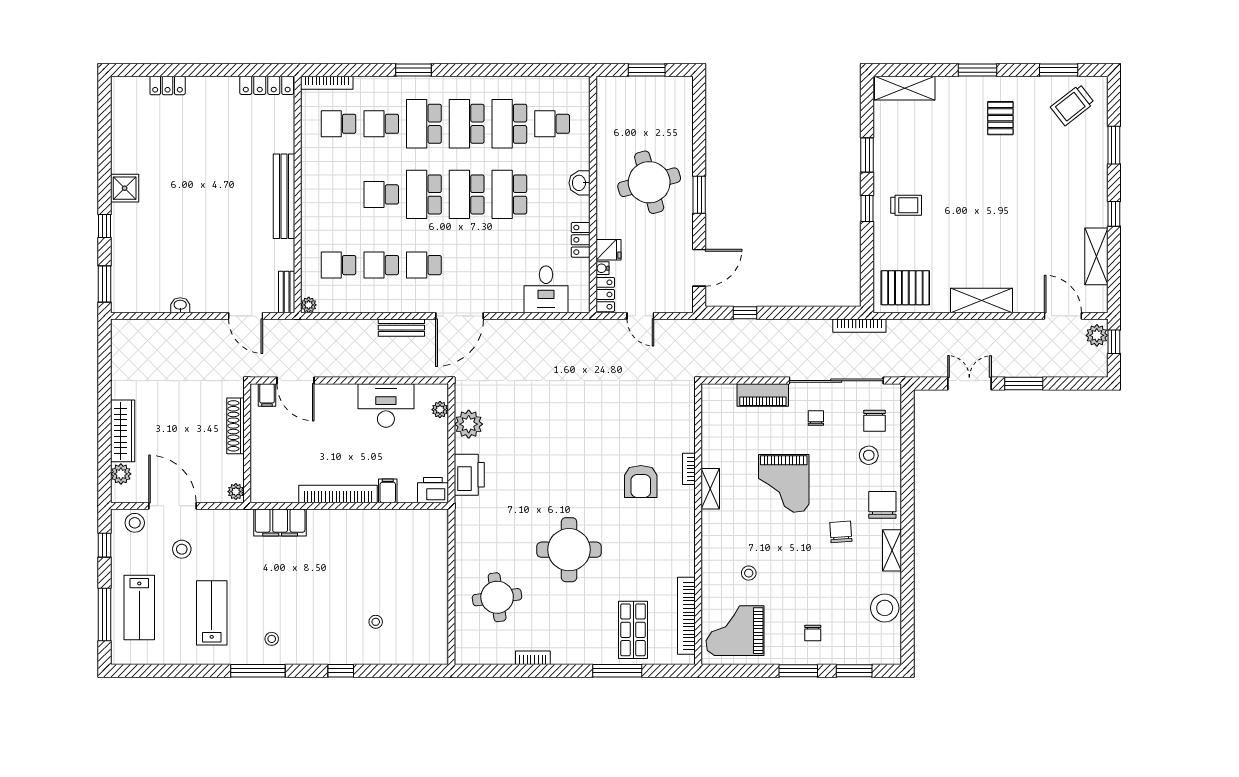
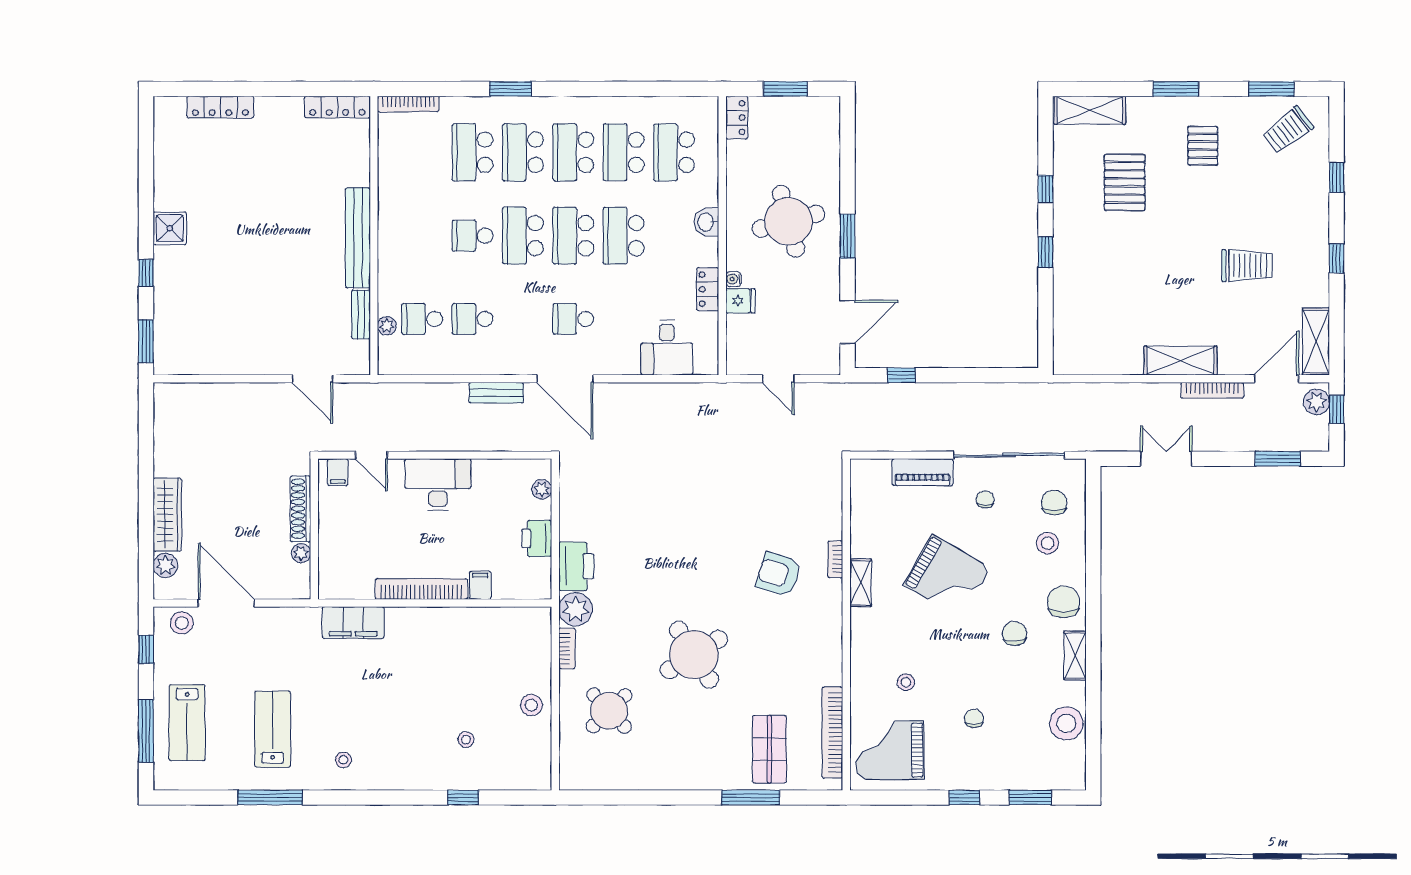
locker: (168, 85) -> (220, 107), width x1.53
school desk: (338, 124) -> (422, 152), removed
school desk: (381, 124) -> (472, 152), width x1.85
school desk: (552, 124) -> (674, 152), width x1.85
window: (1114, 145) -> (1337, 177), width x0.67
window: (867, 155) -> (1045, 189), width x0.67
trolley: (906, 205) -> (1247, 266), moved, width x1.36, depth x1.39
shelving: (1096, 256) -> (1316, 342), moved
school desk: (424, 265) -> (573, 319), moved
water cooler: (602, 268) -> (733, 279), moved
pallet: (905, 288) -> (1125, 182), moved, turned 90
bench: (287, 292) -> (361, 314), moved
locker: (605, 295) -> (737, 118), moved
washbasin: (180, 305) -> (235, 366), removed
plant: (309, 305) -> (387, 326), moved
door: (460, 316) -> (565, 379), hinge flipped
door: (1063, 316) -> (1277, 379), hinge flipped
bookcase: (859, 326) -> (1212, 390), moved
door: (295, 381) -> (371, 455), width x0.73
window: (1024, 384) -> (1278, 459), moved
desk: (386, 405) -> (438, 485), moved
chair: (874, 421) -> (1054, 503), turned 180
plant: (469, 424) -> (576, 609), moved
armchair: (641, 482) -> (779, 574), turned 107
grand piano: (784, 483) -> (947, 576), turned -60
printer: (433, 490) -> (537, 538), moved, turned -90
plant: (236, 492) -> (301, 553), moved
stool: (182, 549) -> (531, 705), moved
round table: (569, 550) -> (694, 655), turned -32
round table: (497, 597) -> (609, 711), turned -36
chair: (813, 633) -> (974, 718), moved, turned 180
bookcase: (533, 658) -> (567, 648), moved, turned 90
window: (258, 671) -> (270, 797), moved
window: (341, 671) -> (463, 797), moved
window: (798, 671) -> (964, 797), width x0.67

